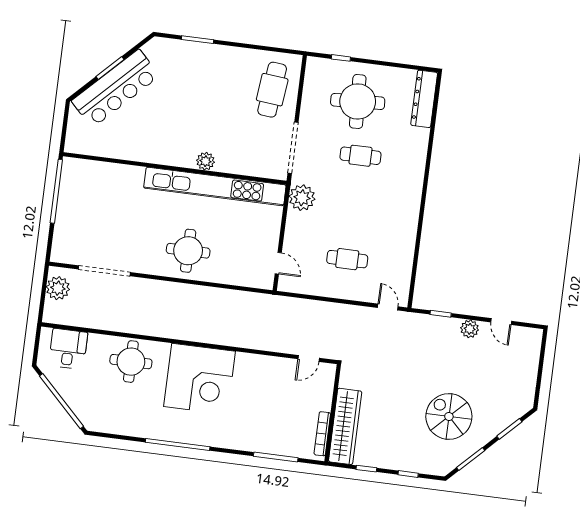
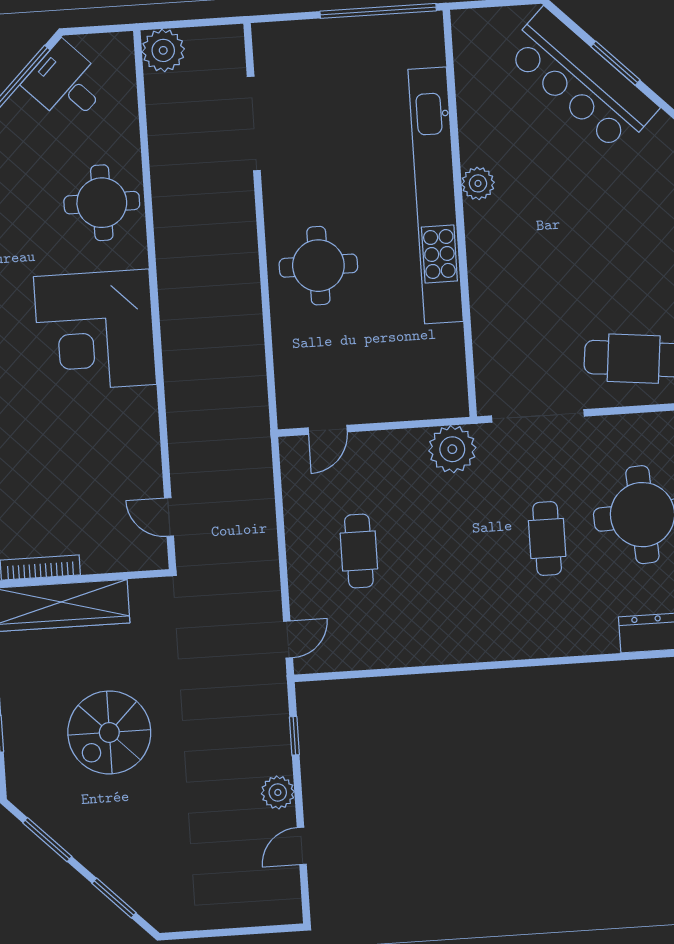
plant: (205, 161) -> (478, 183), moved
kitchen unit: (215, 186) -> (436, 195), moved
plant: (58, 288) -> (163, 50), moved
desk: (68, 349) -> (66, 84), moved, turned -135
spiral stairs: (449, 416) -> (109, 732), moved, turned 180

